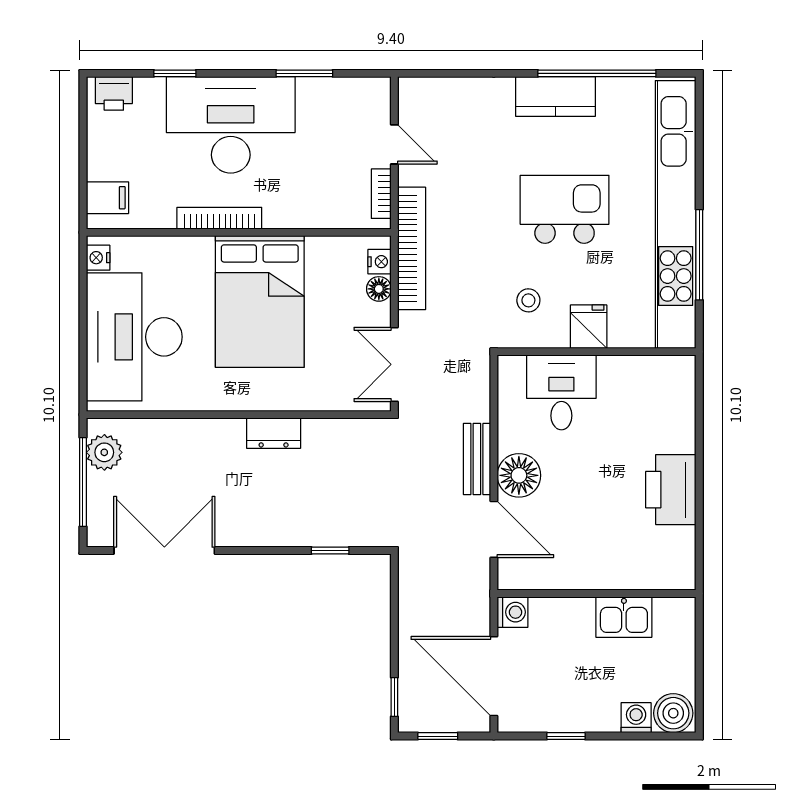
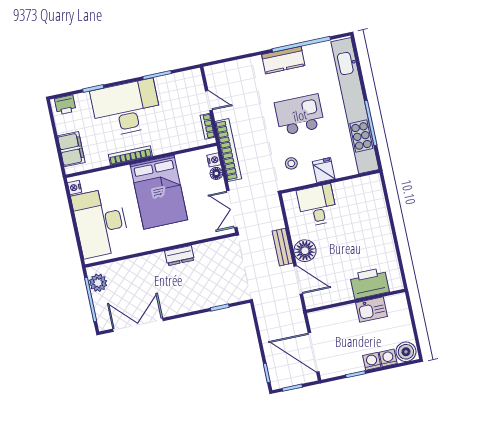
filing cabinet: (107, 198) -> (71, 149), width x2.00
printer: (671, 490) -> (369, 283), moved, turned 90
washing machine: (512, 612) -> (372, 361), moved, turned -90

